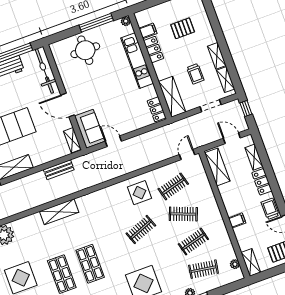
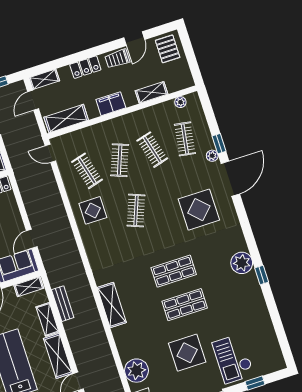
shelving: (45, 157) -> (47, 319), added
shelving: (254, 157) -> (44, 79), moved
filing cabinet: (237, 220) -> (111, 104), moved, width x2.00
clothes rail: (141, 230) -> (136, 211), turned 42
shelving: (251, 262) -> (152, 92), moved

